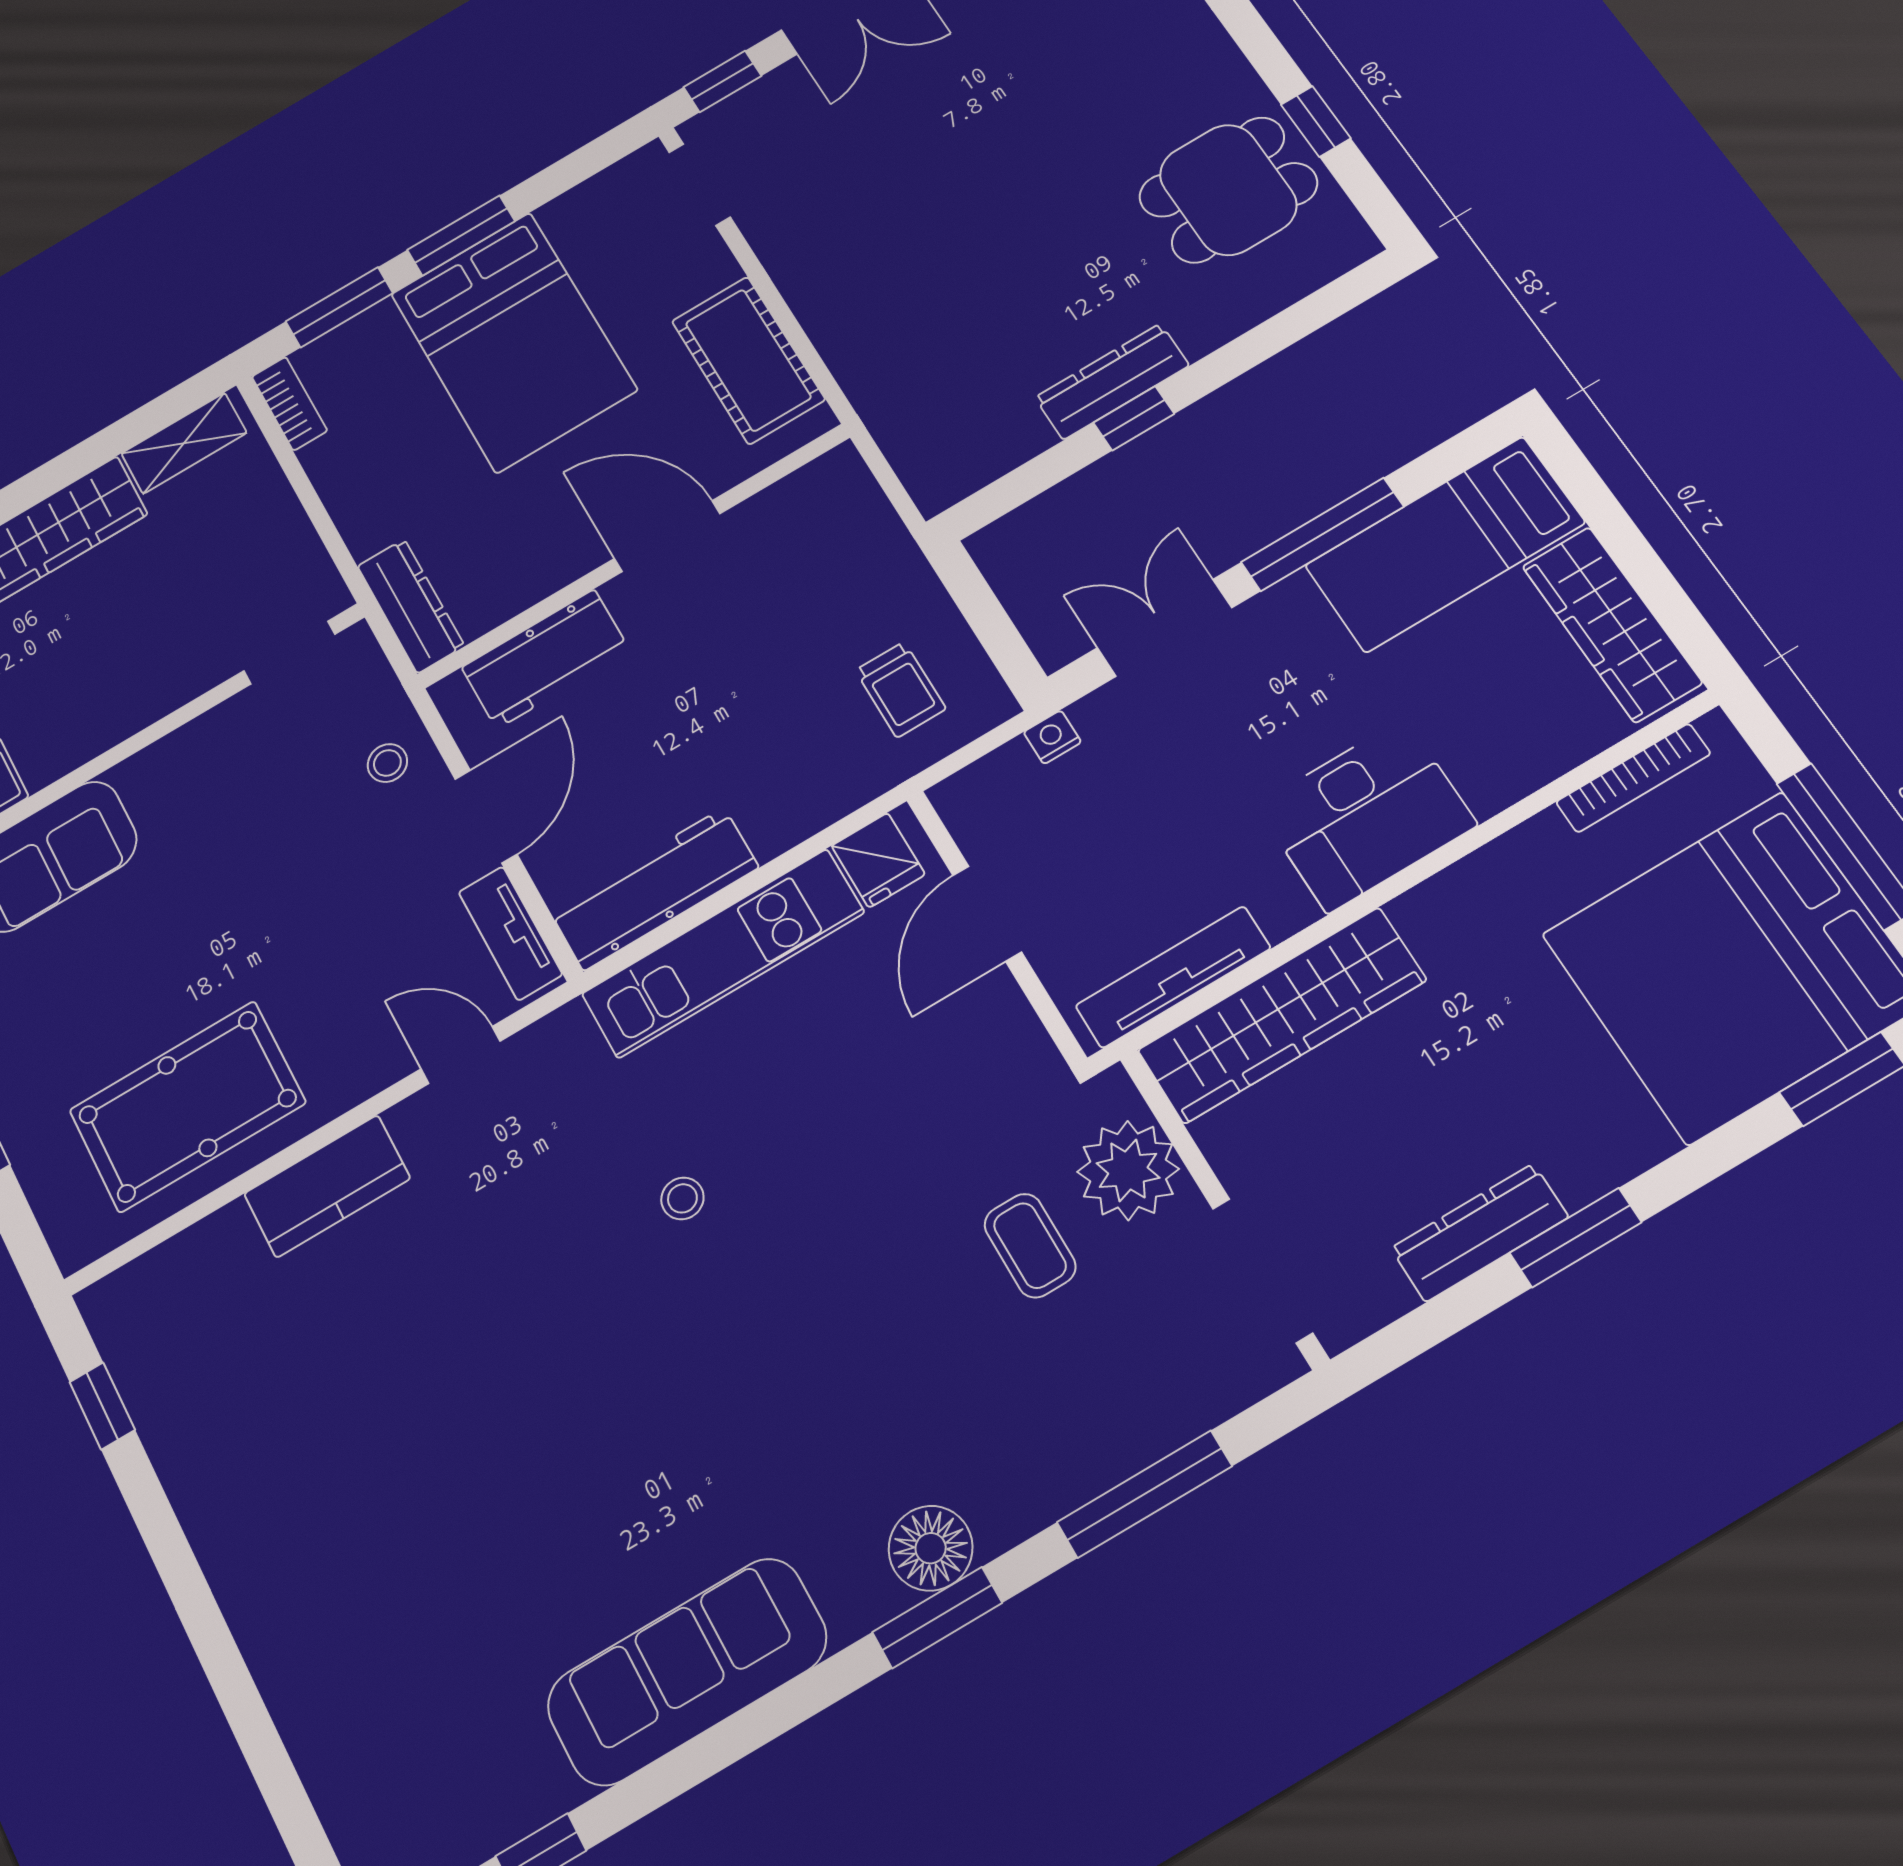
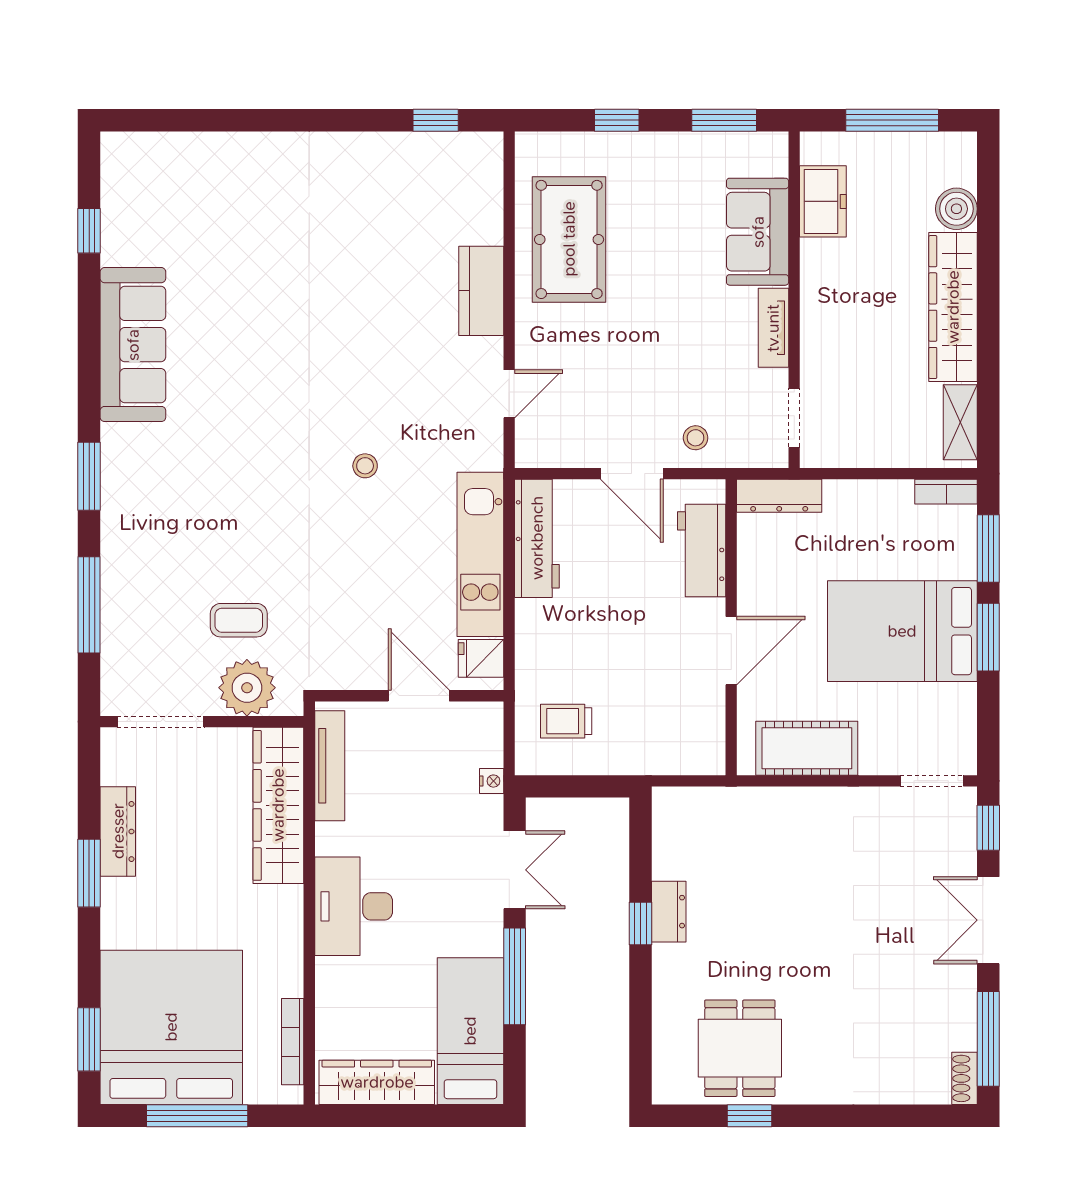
dresser: (1112, 382) -> (669, 912), width x0.70
tv unit: (510, 933) -> (773, 328), moved, turned -90
floor lamp: (931, 1548) -> (123, 491), removed

